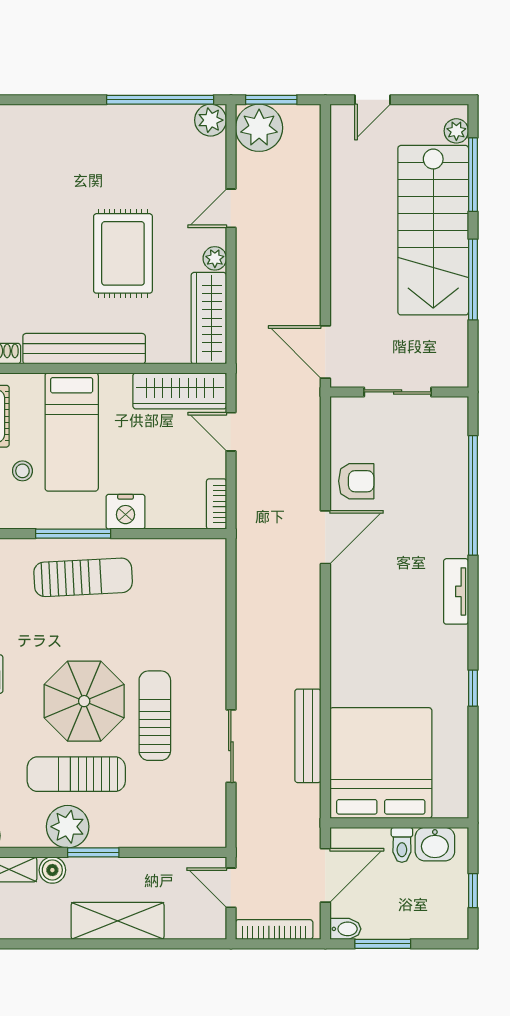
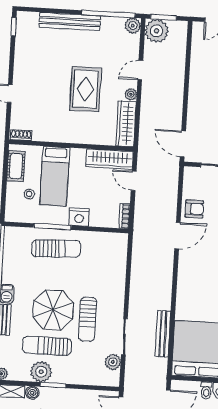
bench: (84, 349) -> (70, 22), moved
sun lounger: (155, 716) -> (88, 319), turned 180
plant: (211, 799) -> (113, 362), added

